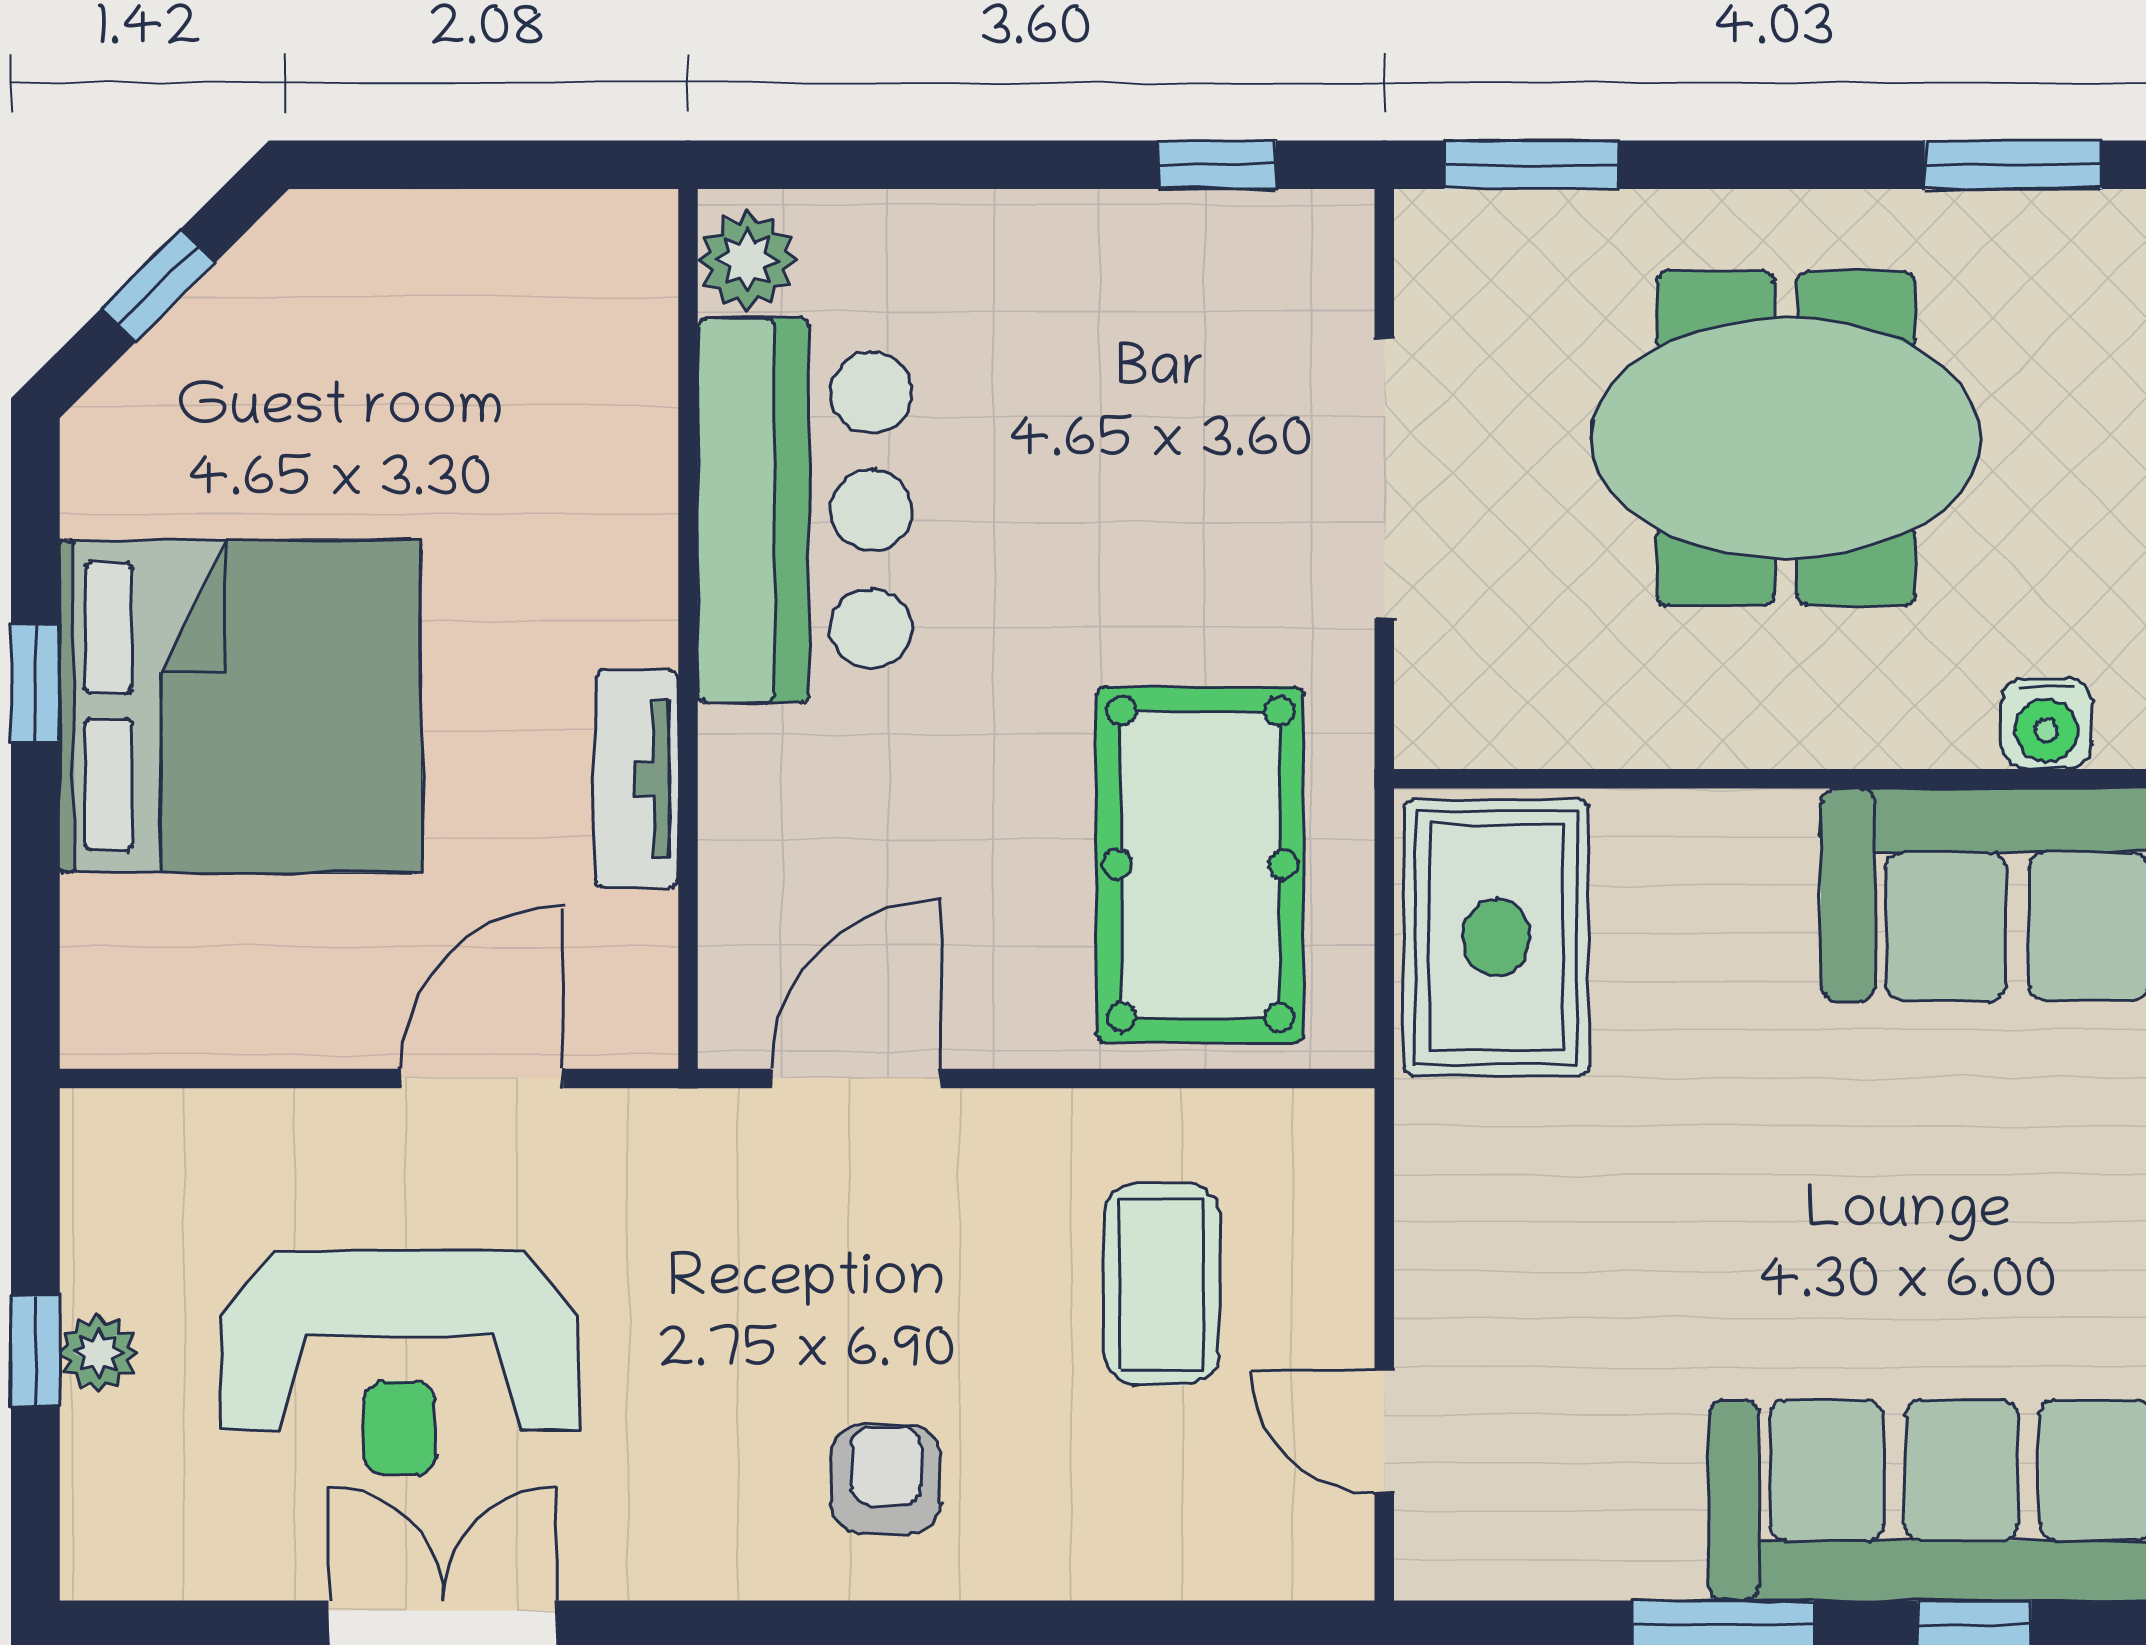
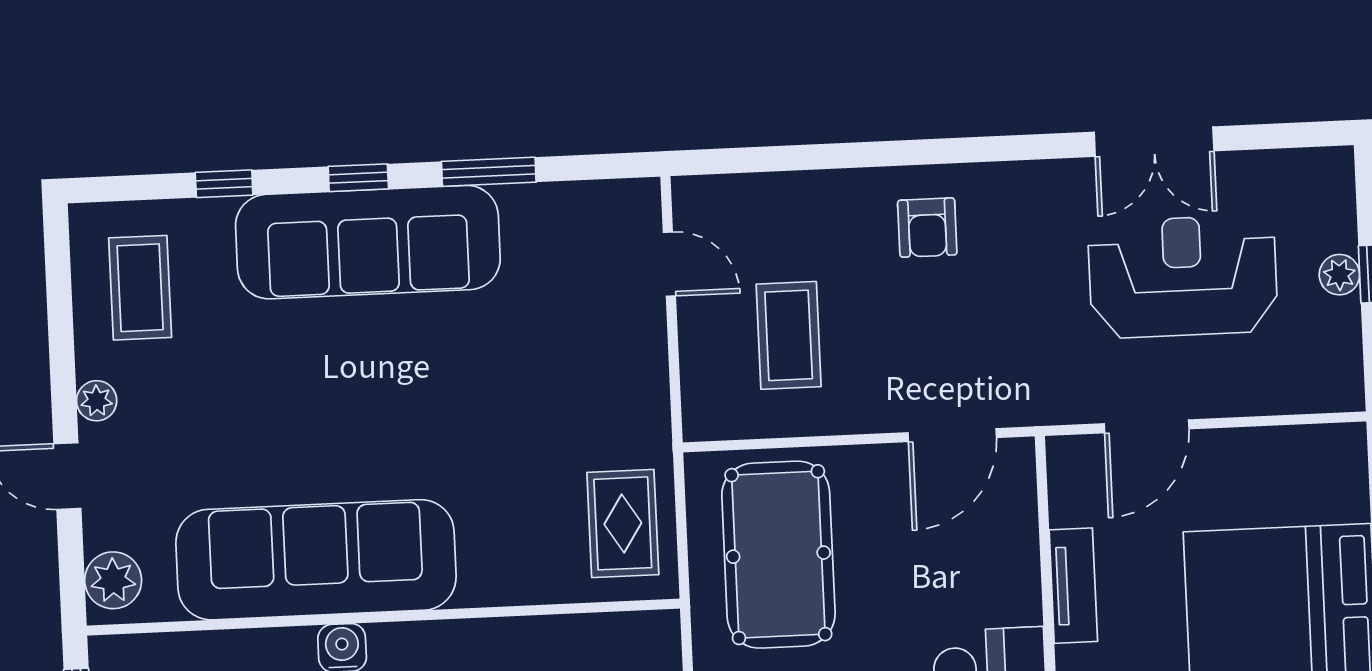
rug: (1496, 938) -> (623, 523), width x0.73, depth x0.70

